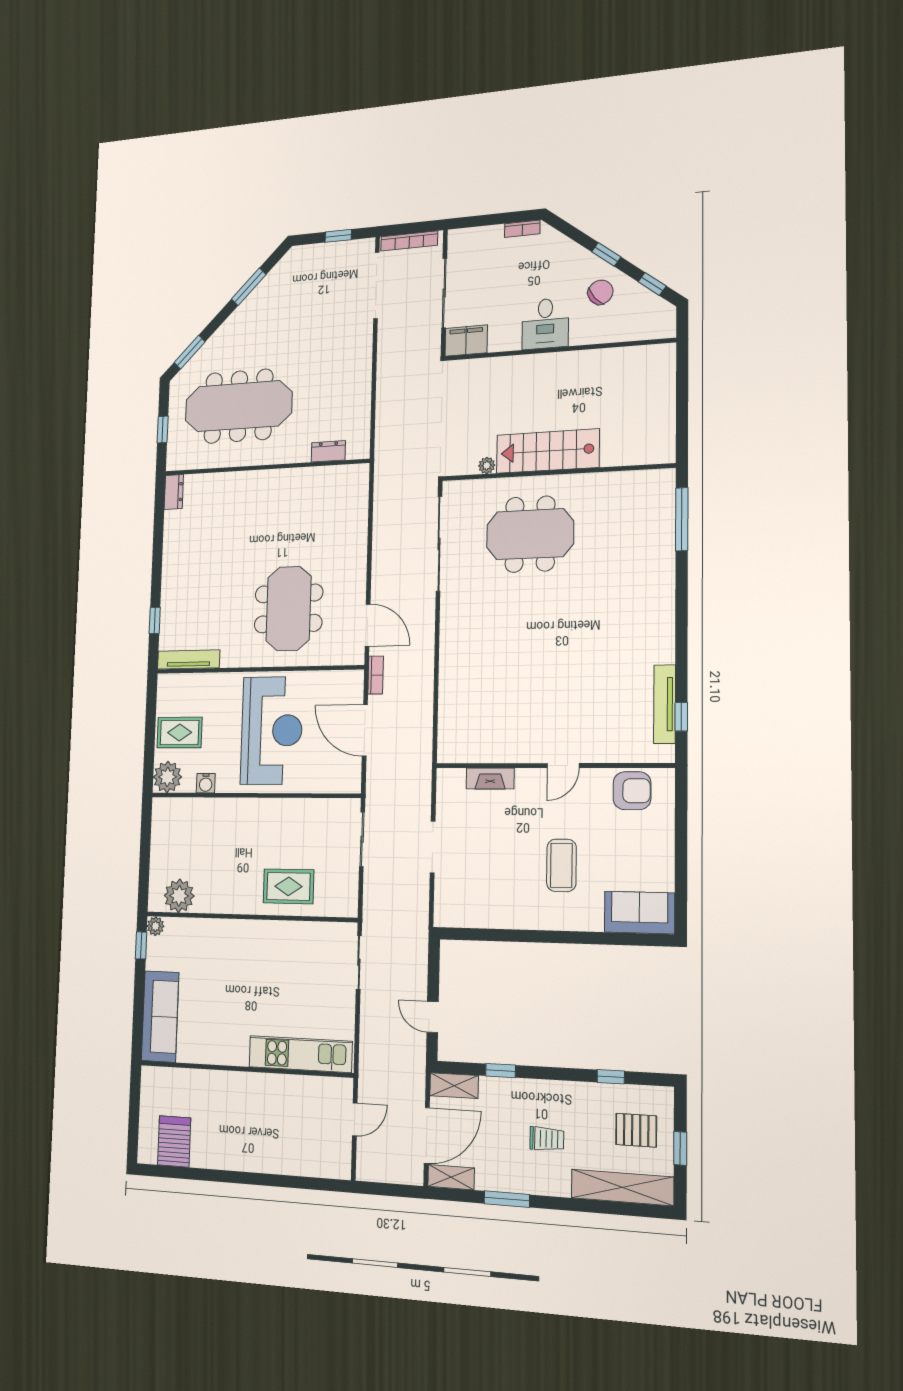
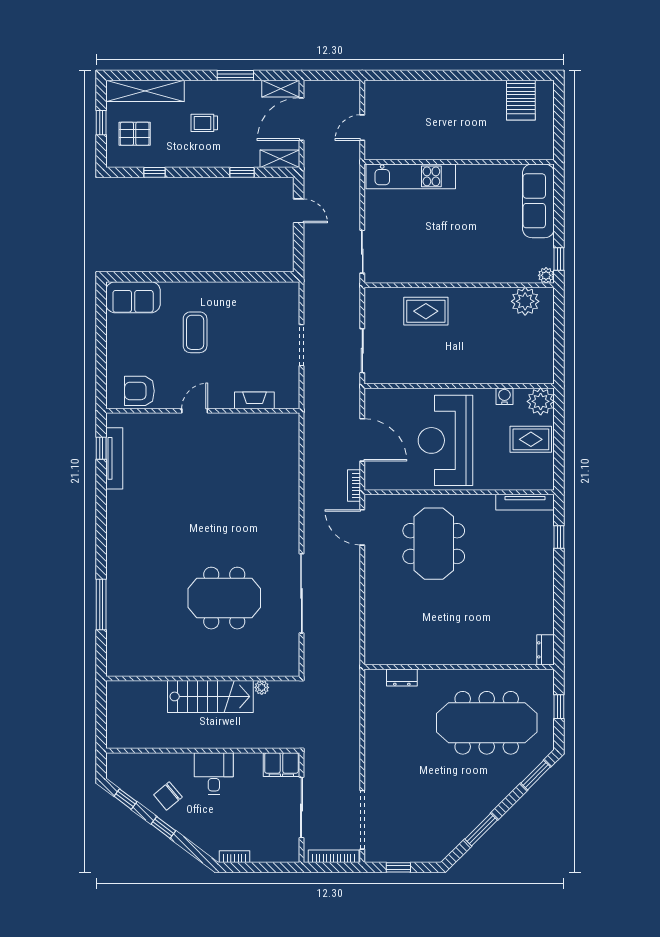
stairs: (548, 451) -> (210, 696), moved
plant: (487, 466) -> (262, 687), moved
wall: (557, 472) -> (203, 678), moved

